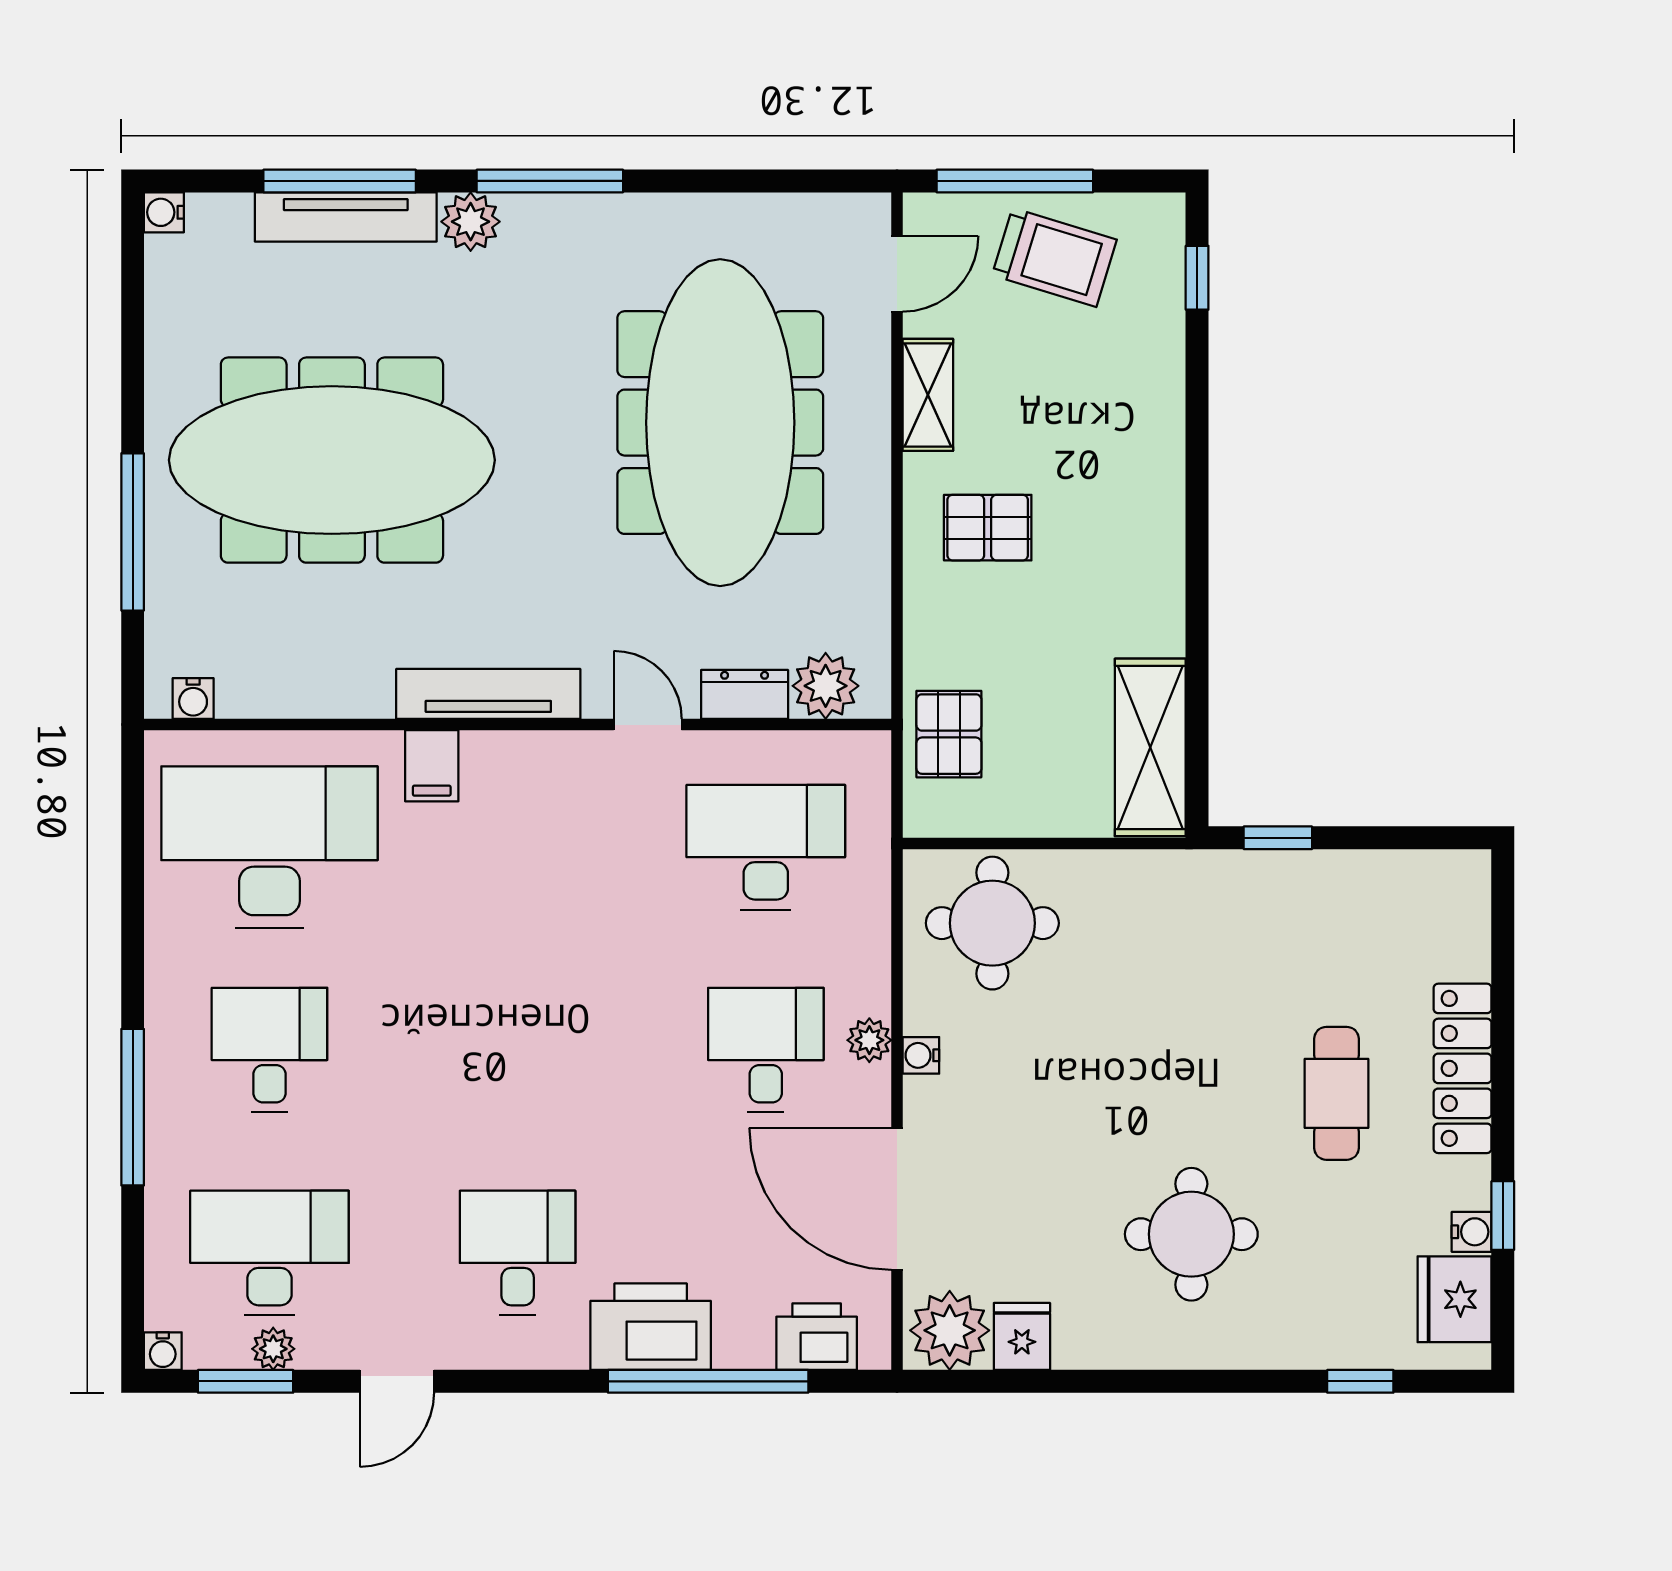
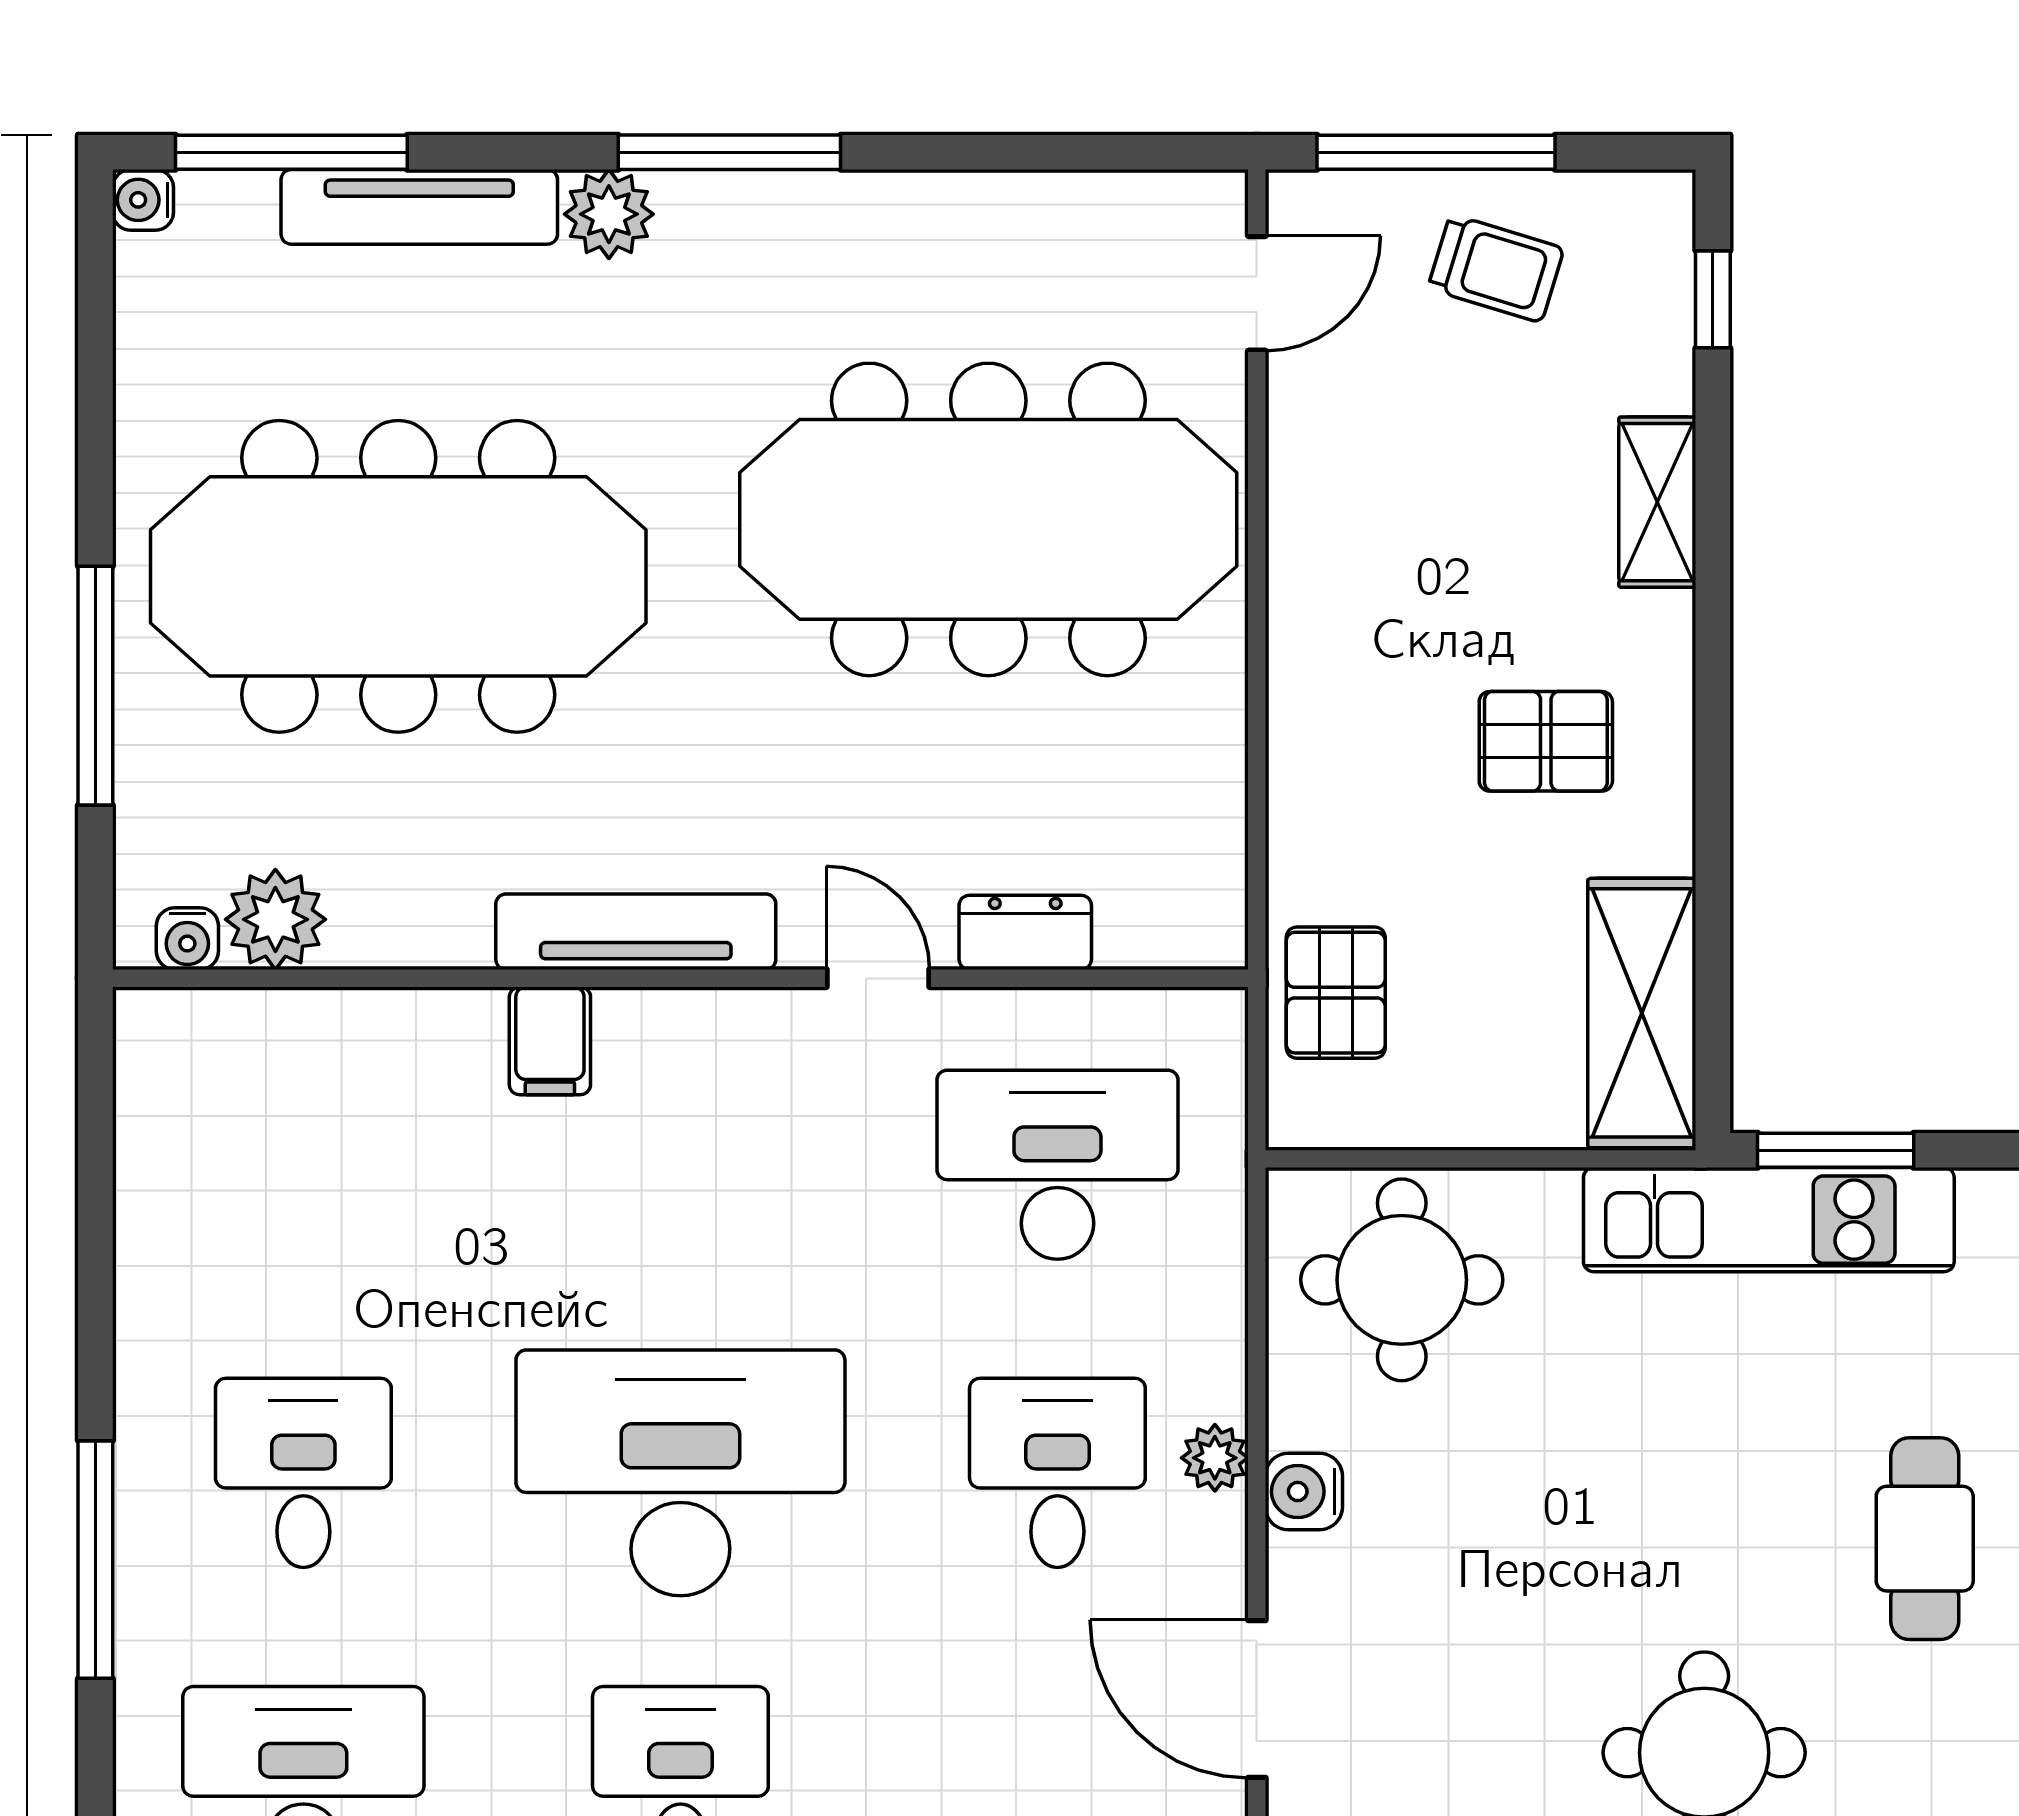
window: (340, 181) -> (291, 152), moved
trolley: (1054, 257) -> (1496, 268), width x0.73, depth x0.72
shelving: (928, 395) -> (1657, 502), moved
meeting table: (720, 423) -> (988, 519), turned 90
pallet: (988, 528) -> (1546, 741), moved
plant: (826, 686) -> (275, 919), moved
window: (1278, 838) -> (1836, 1150), width x1.50
desk: (269, 847) -> (680, 1473), moved
kitchen unit: (1234, 883) -> (1769, 1220), added
water cooler: (921, 1055) -> (1304, 1491), width x1.38, depth x1.38
door: (897, 1199) -> (1257, 1699), width x0.73

